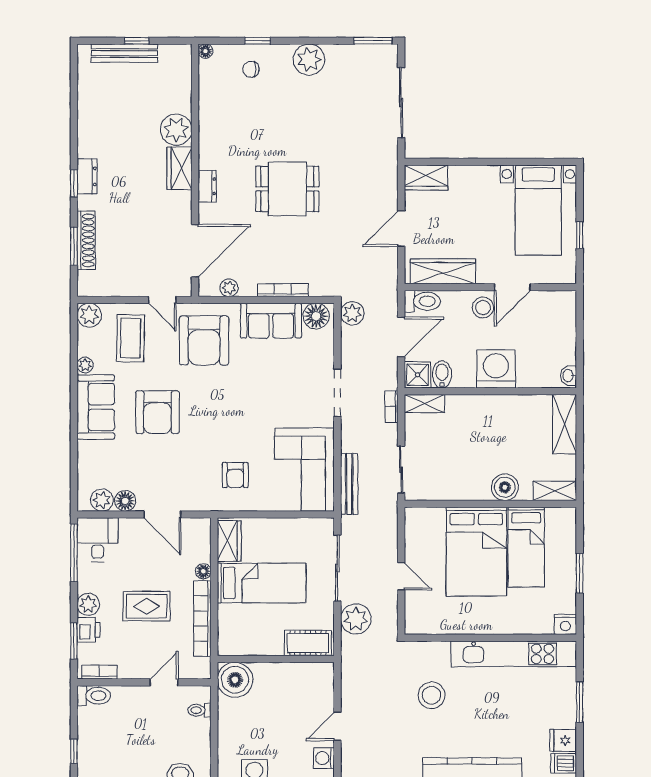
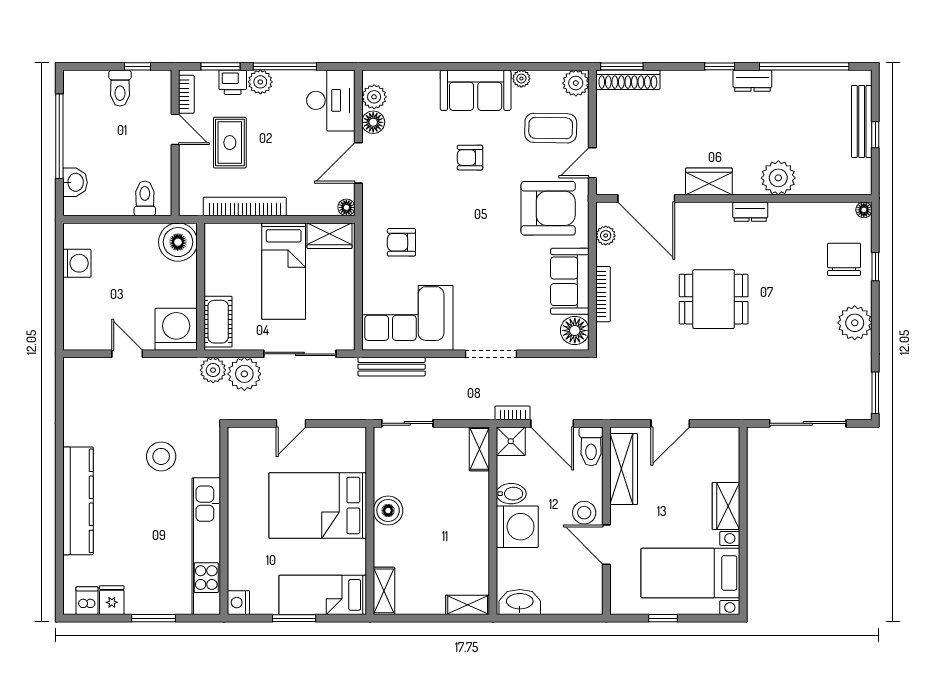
chair: (251, 69) -> (844, 259), width x1.87, depth x1.87
window: (74, 106) -> (804, 66), added
wardrobe: (179, 168) -> (709, 181), moved
dresser: (87, 176) -> (752, 81), moved
wardrobe: (426, 178) -> (726, 506), moved
dresser: (207, 186) -> (750, 212), moved
dining table: (287, 189) -> (714, 299), turned 90
door: (401, 229) -> (670, 423), swing flipped
shoe rack: (86, 240) -> (628, 80), moved
window: (74, 246) -> (622, 66), moved
plant: (352, 313) -> (213, 370), moved
armchair: (204, 340) -> (548, 208), turned 180
bidet: (442, 374) -> (511, 494), moved
washbasin: (568, 376) -> (520, 602), width x1.91, depth x1.45
bookcase: (392, 407) -> (513, 413), moved
armchair: (158, 412) -> (470, 158), width x0.53, depth x0.53
shelving: (564, 424) -> (468, 605), width x0.67, depth x0.75
boiler: (505, 487) -> (388, 510), moved
desk: (98, 540) -> (331, 100), width x1.37
bed: (526, 547) -> (323, 595), moved
window: (74, 553) -> (285, 66), moved
floor lamp: (203, 571) -> (346, 207), moved
rug: (147, 606) -> (230, 143), moved
door: (164, 682) -> (175, 129), moved
toilet: (94, 696) -> (120, 88), moved
toilet: (199, 710) -> (145, 198), width x1.37, depth x1.39
window: (74, 751) -> (138, 66), moved
washing machine: (324, 758) -> (176, 329), moved, width x1.89, depth x1.89

